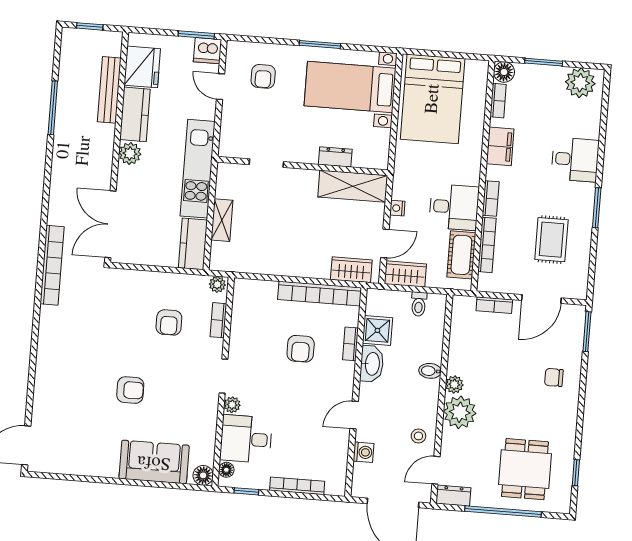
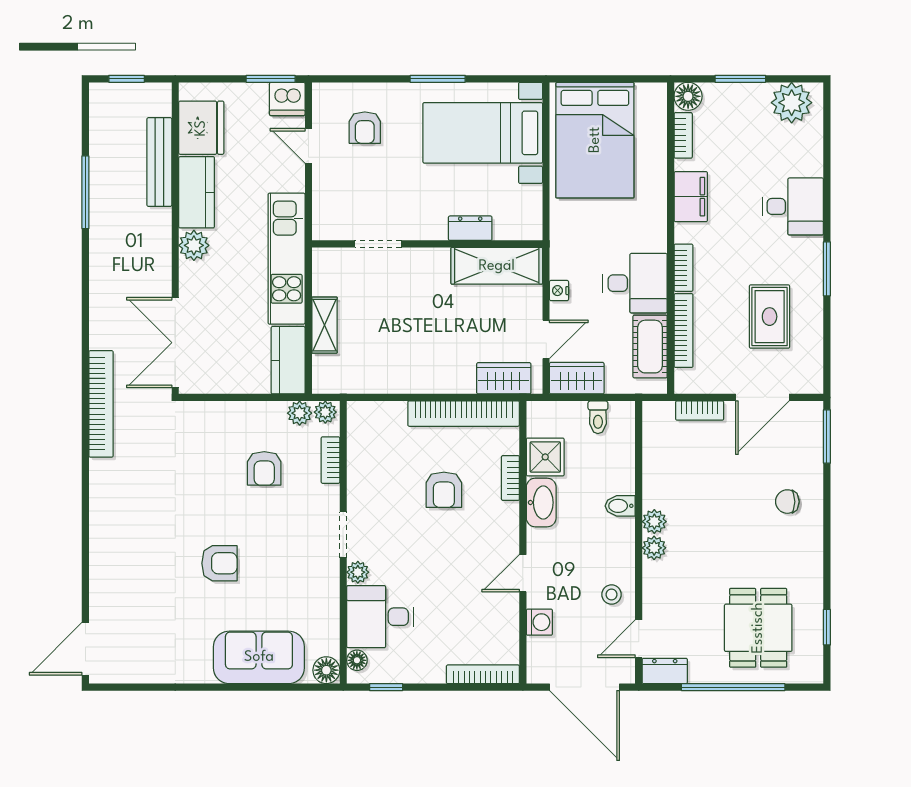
plant: (198, 284) -> (300, 413), added
plant: (460, 412) -> (654, 548), width x0.53, depth x0.53
bookcase: (297, 486) -> (483, 674), moved

